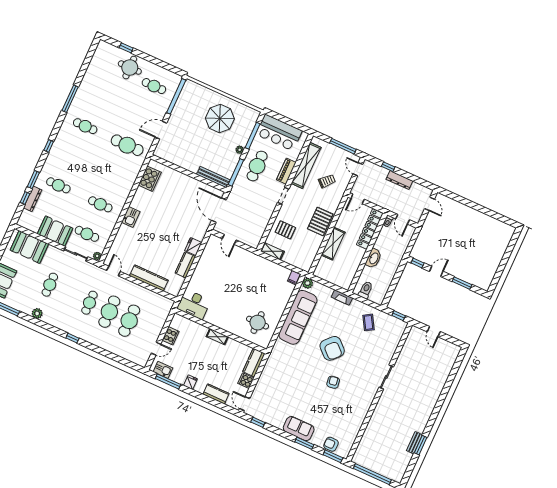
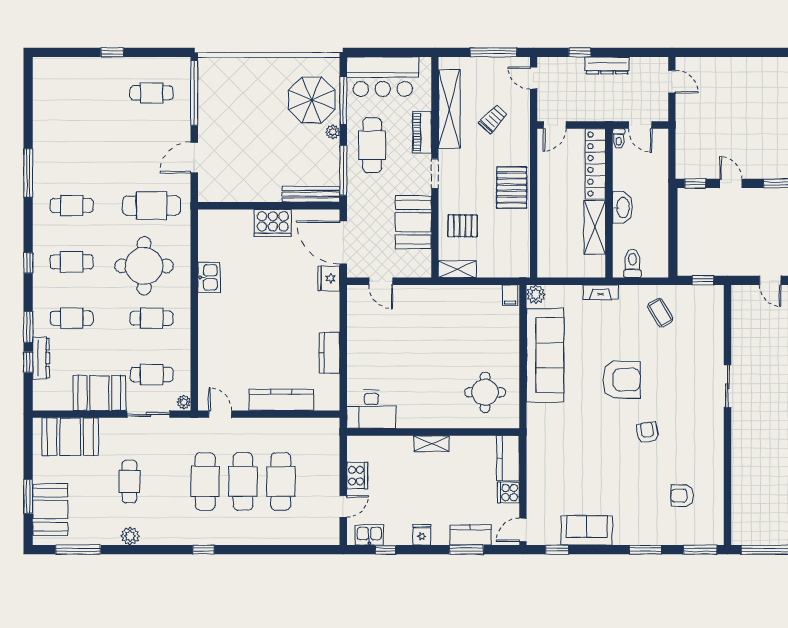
window: (126, 48) -> (112, 52), moved
round table: (130, 68) -> (144, 266), moved, width x1.36, depth x1.36
parasol: (220, 119) -> (312, 100), moved
cafe table: (72, 156) -> (72, 262), added
cooker: (150, 179) -> (273, 223), moved, turned 90
booth: (260, 216) -> (413, 222), added
kitchen sink: (131, 217) -> (209, 277), moved
shelving: (333, 244) -> (595, 227), moved
fridge: (193, 246) -> (329, 278), moved
door: (436, 271) -> (731, 183), hinge flipped
cafe table: (89, 303) -> (205, 481), width x1.37, depth x1.35
armchair: (332, 348) -> (621, 380), turned -43
window: (168, 381) -> (386, 550), width x0.46
window: (210, 401) -> (466, 550), added
door: (245, 404) -> (523, 530), hinge flipped
sofa: (299, 429) -> (587, 530), moved
armchair: (331, 444) -> (682, 496), moved

